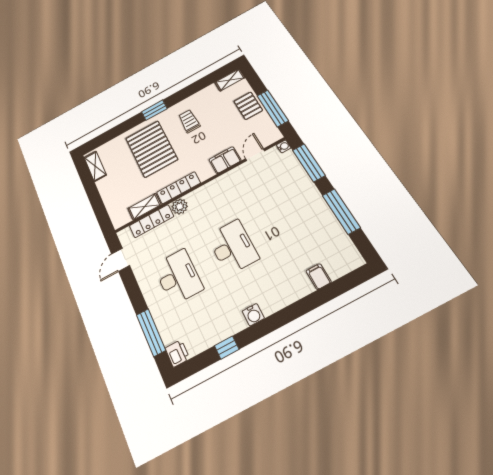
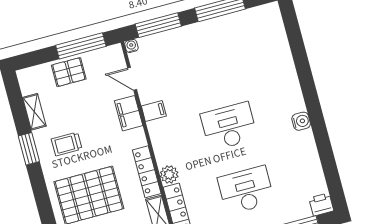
shelving: (230, 80) -> (34, 112), moved
window: (154, 110) -> (29, 149), moved
filing cabinet: (319, 277) -> (154, 111), moved, turned 180
window: (227, 347) -> (326, 154), removed

